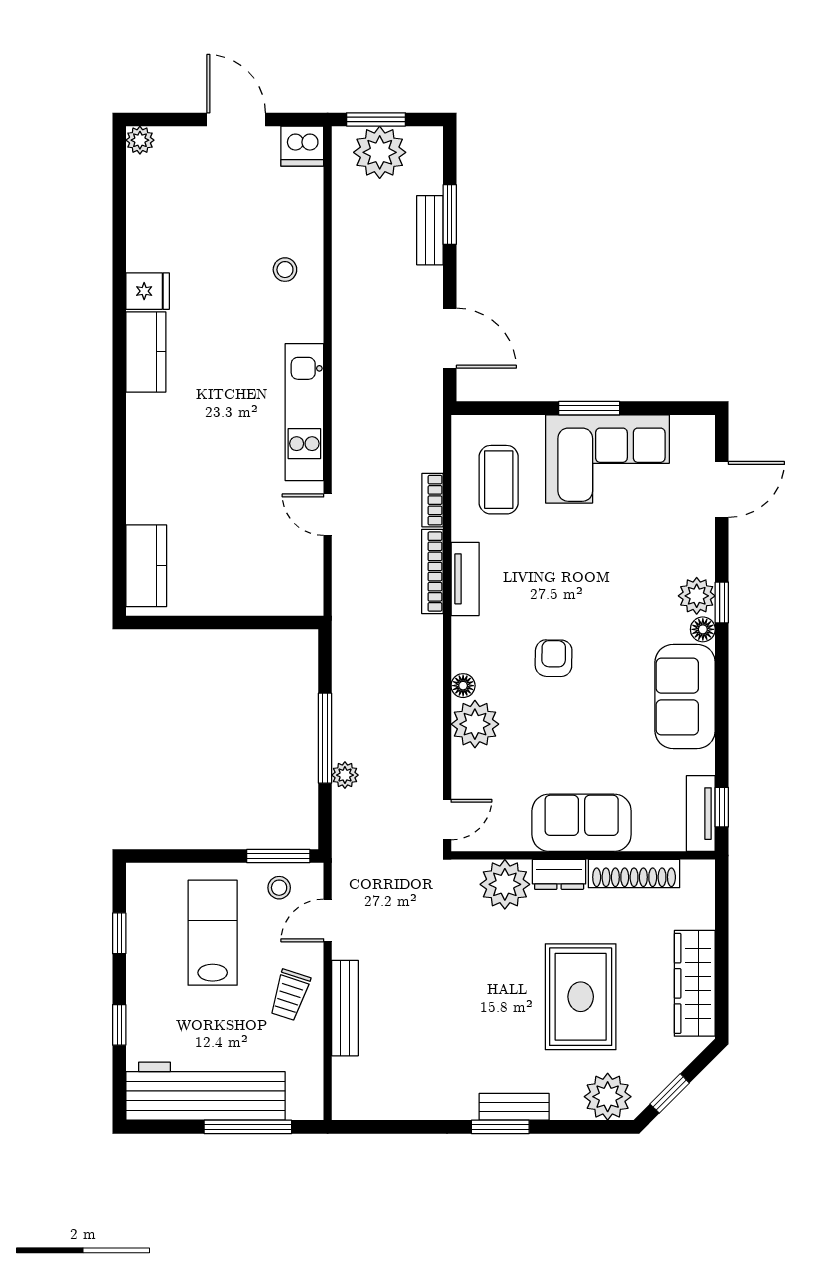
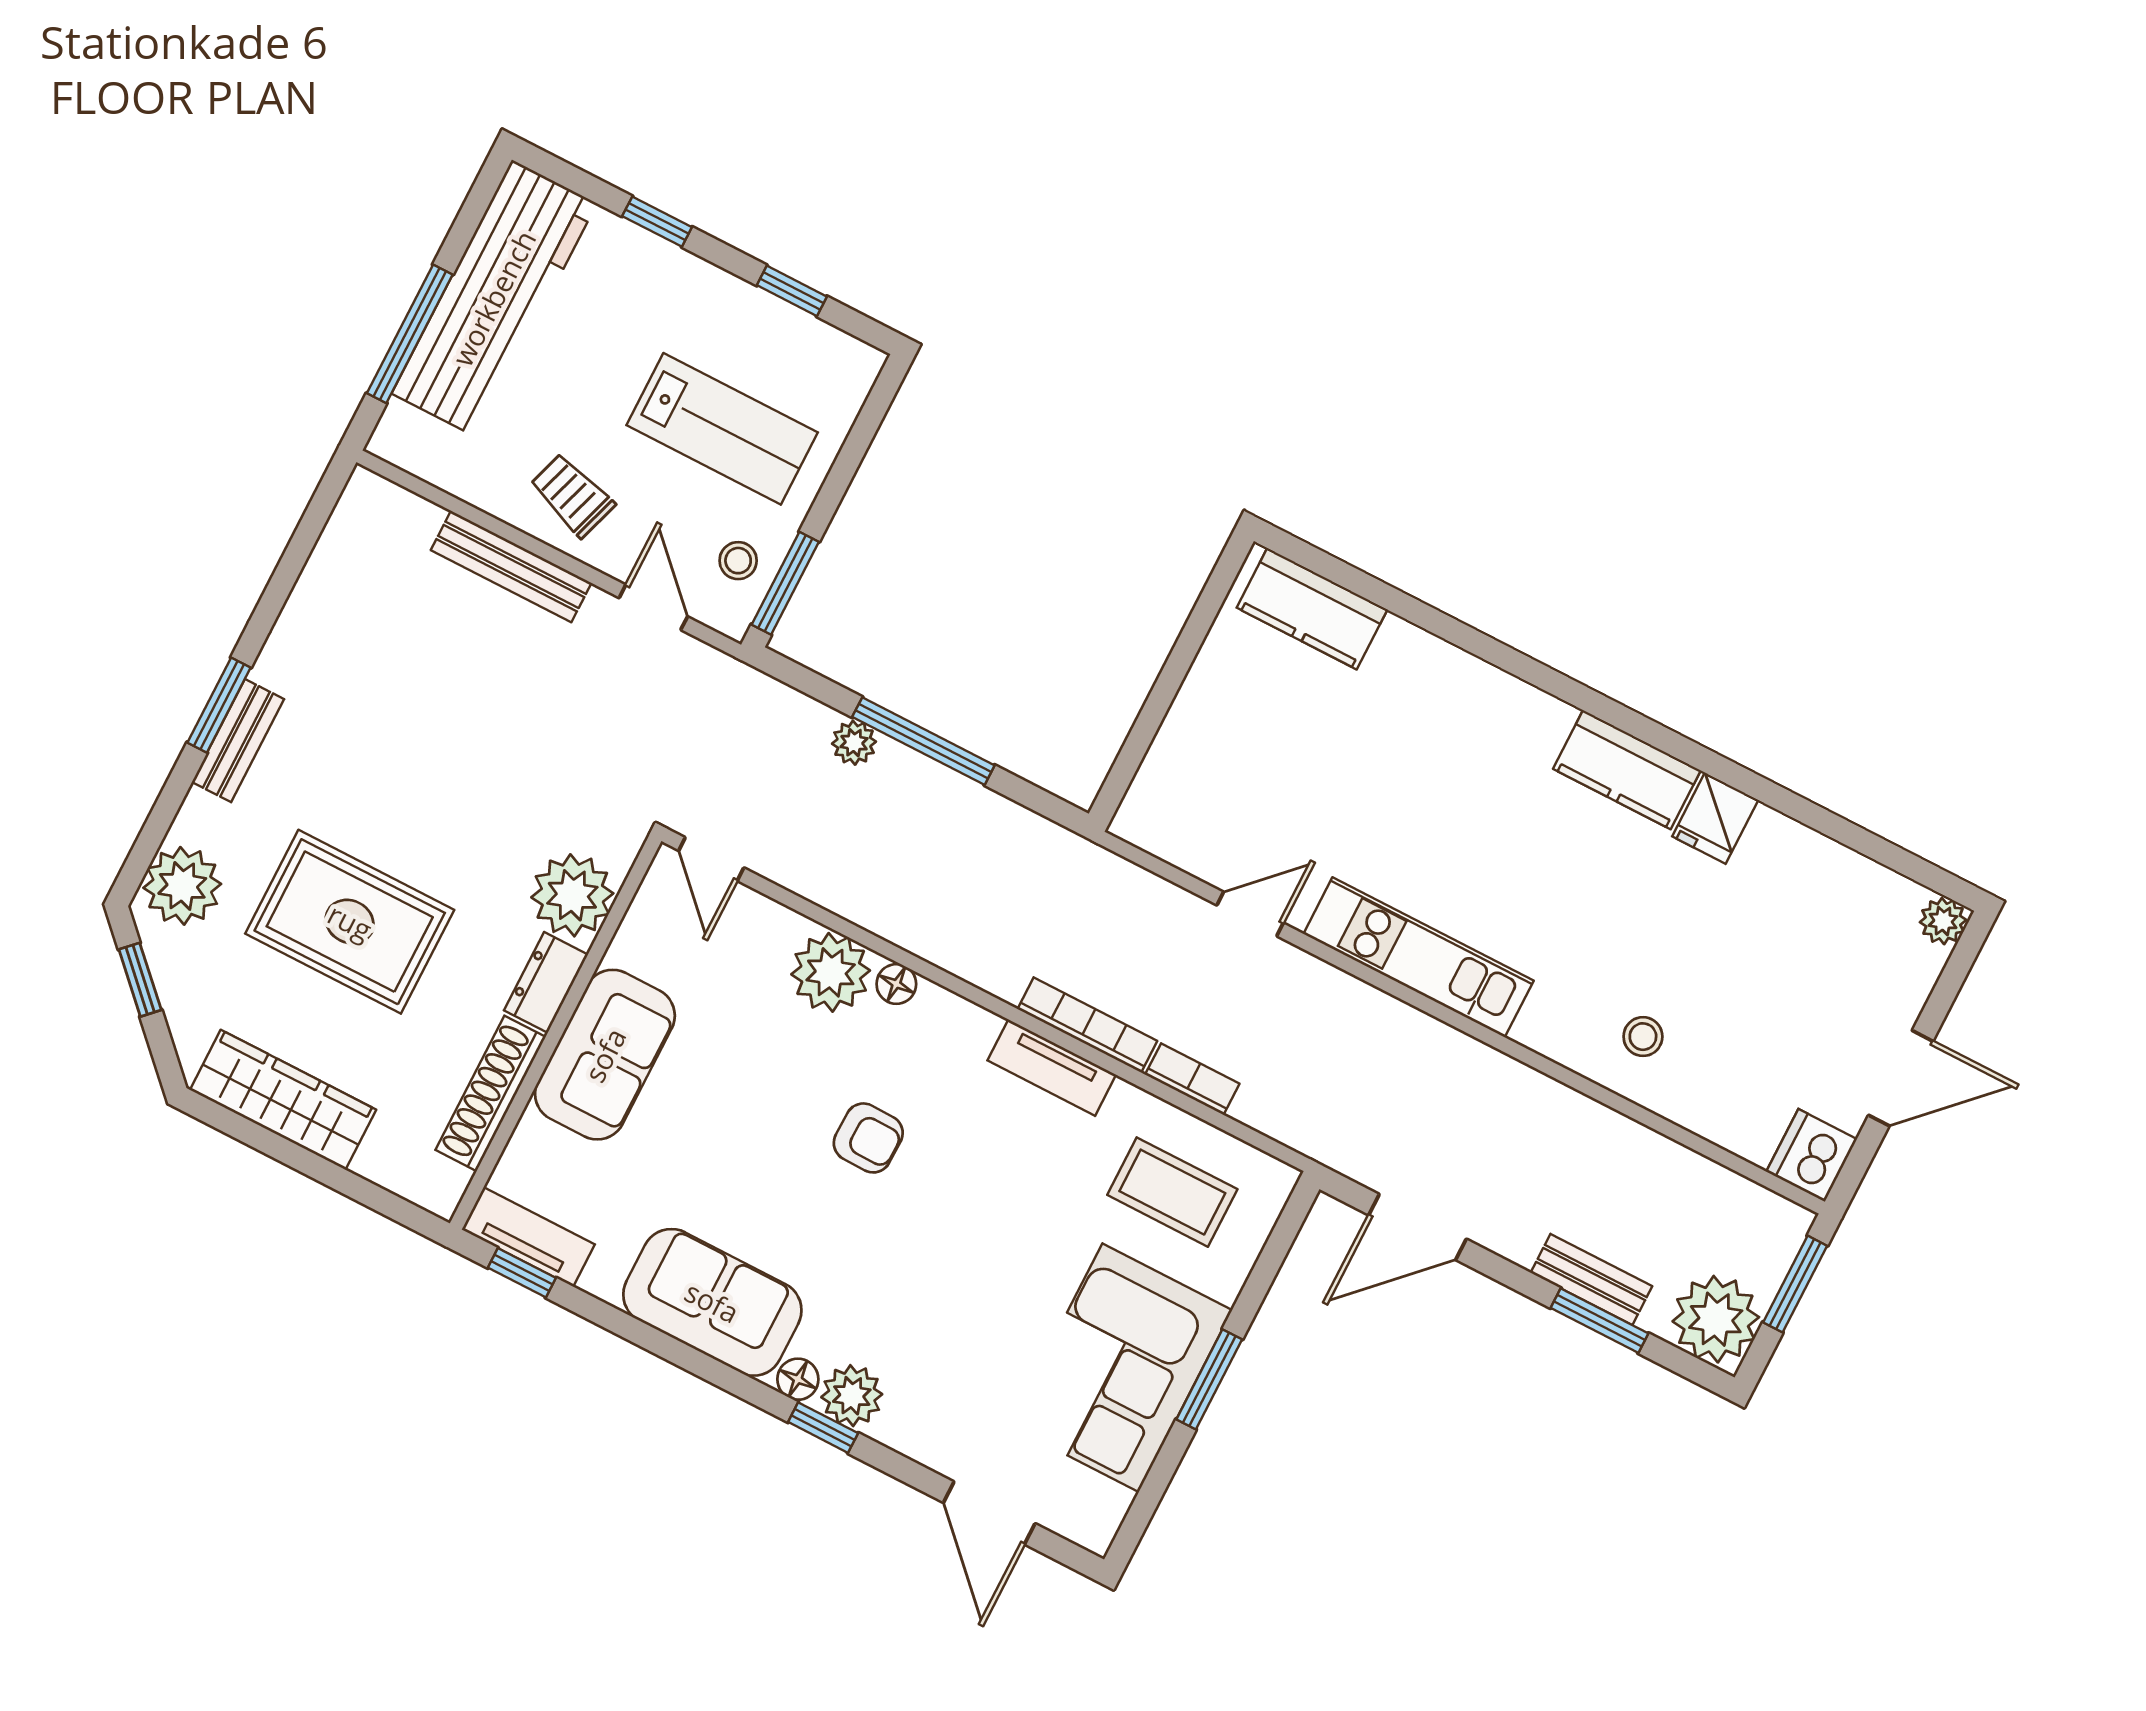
plant: (380, 152) -> (1716, 1319), moved

